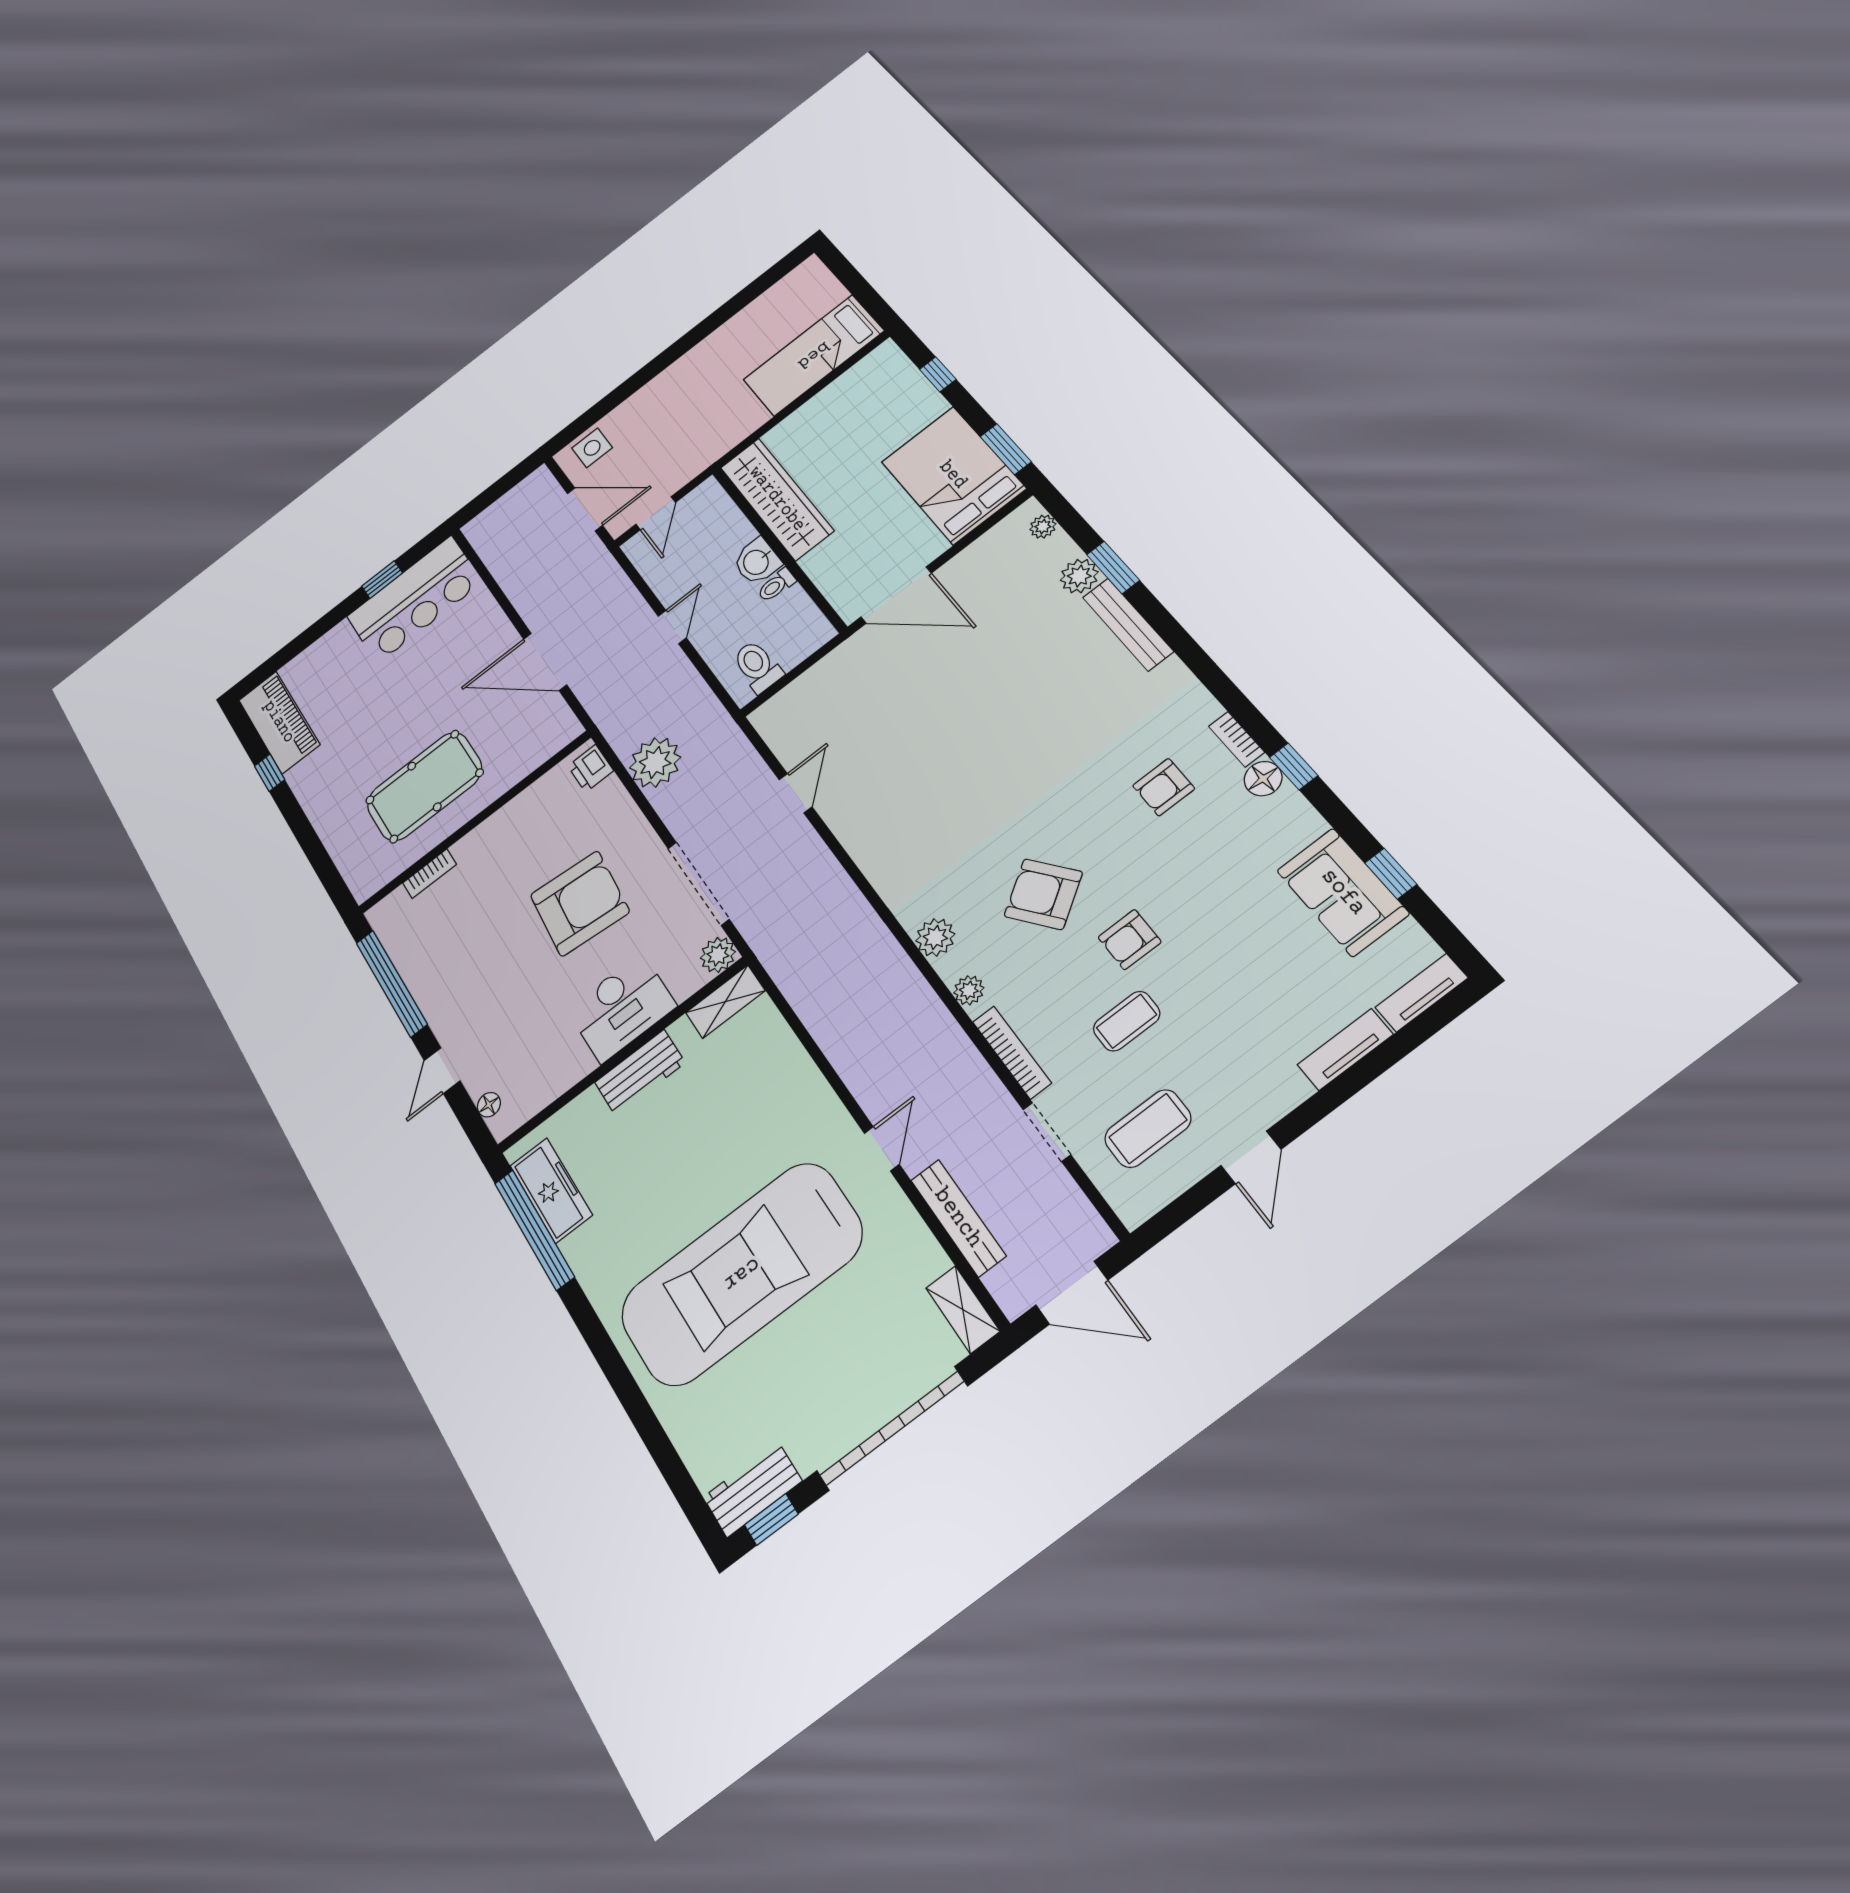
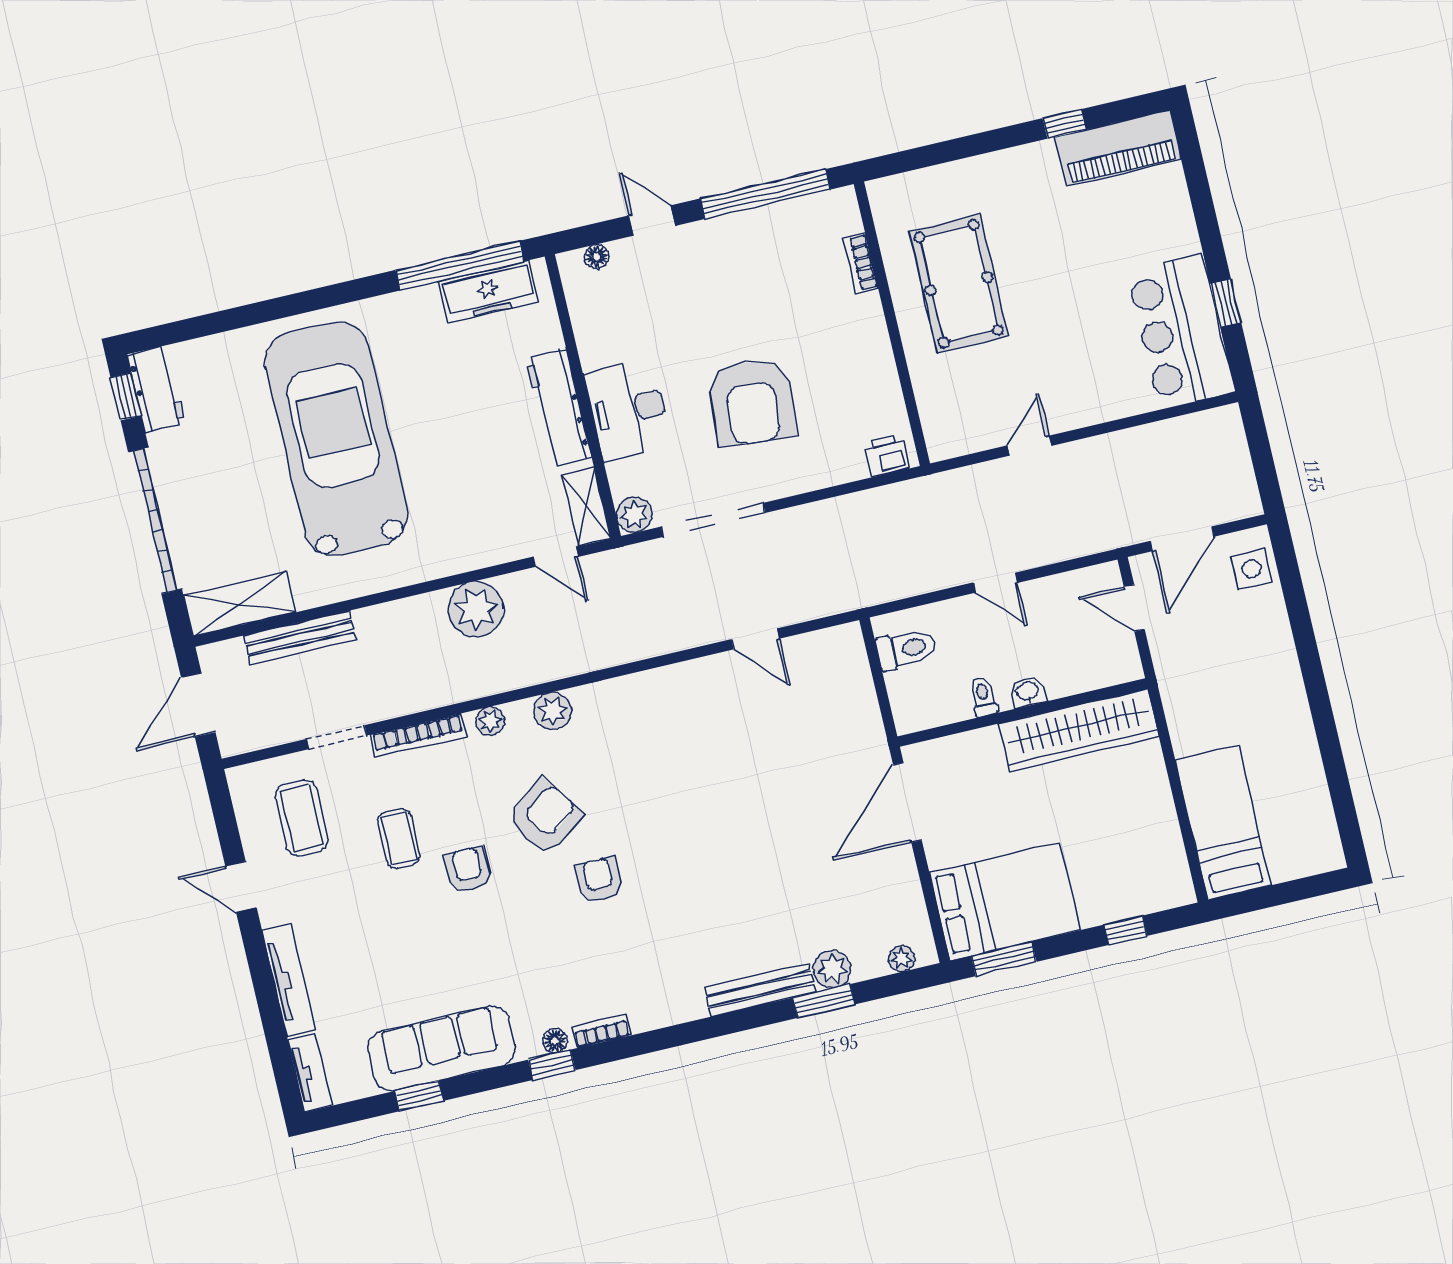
washbasin: (757, 562) -> (1028, 692), width x0.72, depth x0.69
door: (545, 662) -> (1029, 446), width x0.53
plant: (655, 763) -> (476, 609), moved
floor lamp: (1263, 779) -> (555, 1041), width x0.73, depth x0.73
armchair: (1164, 787) -> (599, 880), moved
sofa: (1343, 892) -> (441, 1048), width x1.36
tv unit: (1345, 1049) -> (289, 980), width x1.41
workbench: (640, 1073) -> (558, 407), width x1.37
door: (882, 1149) -> (556, 557), moved
shelving: (963, 1310) -> (239, 604), width x1.50, depth x1.33

